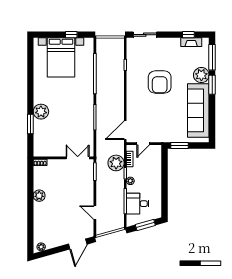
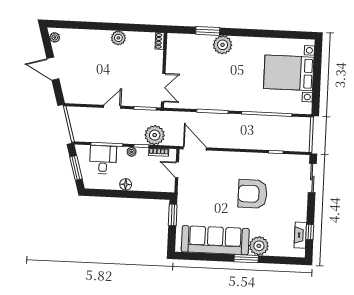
window: (71, 35) -> (316, 87), removed
window: (212, 57) -> (280, 260), removed
floor lamp: (157, 184) -> (126, 184), added
door: (95, 213) -> (112, 107), moved
door: (78, 244) -> (53, 69), moved

